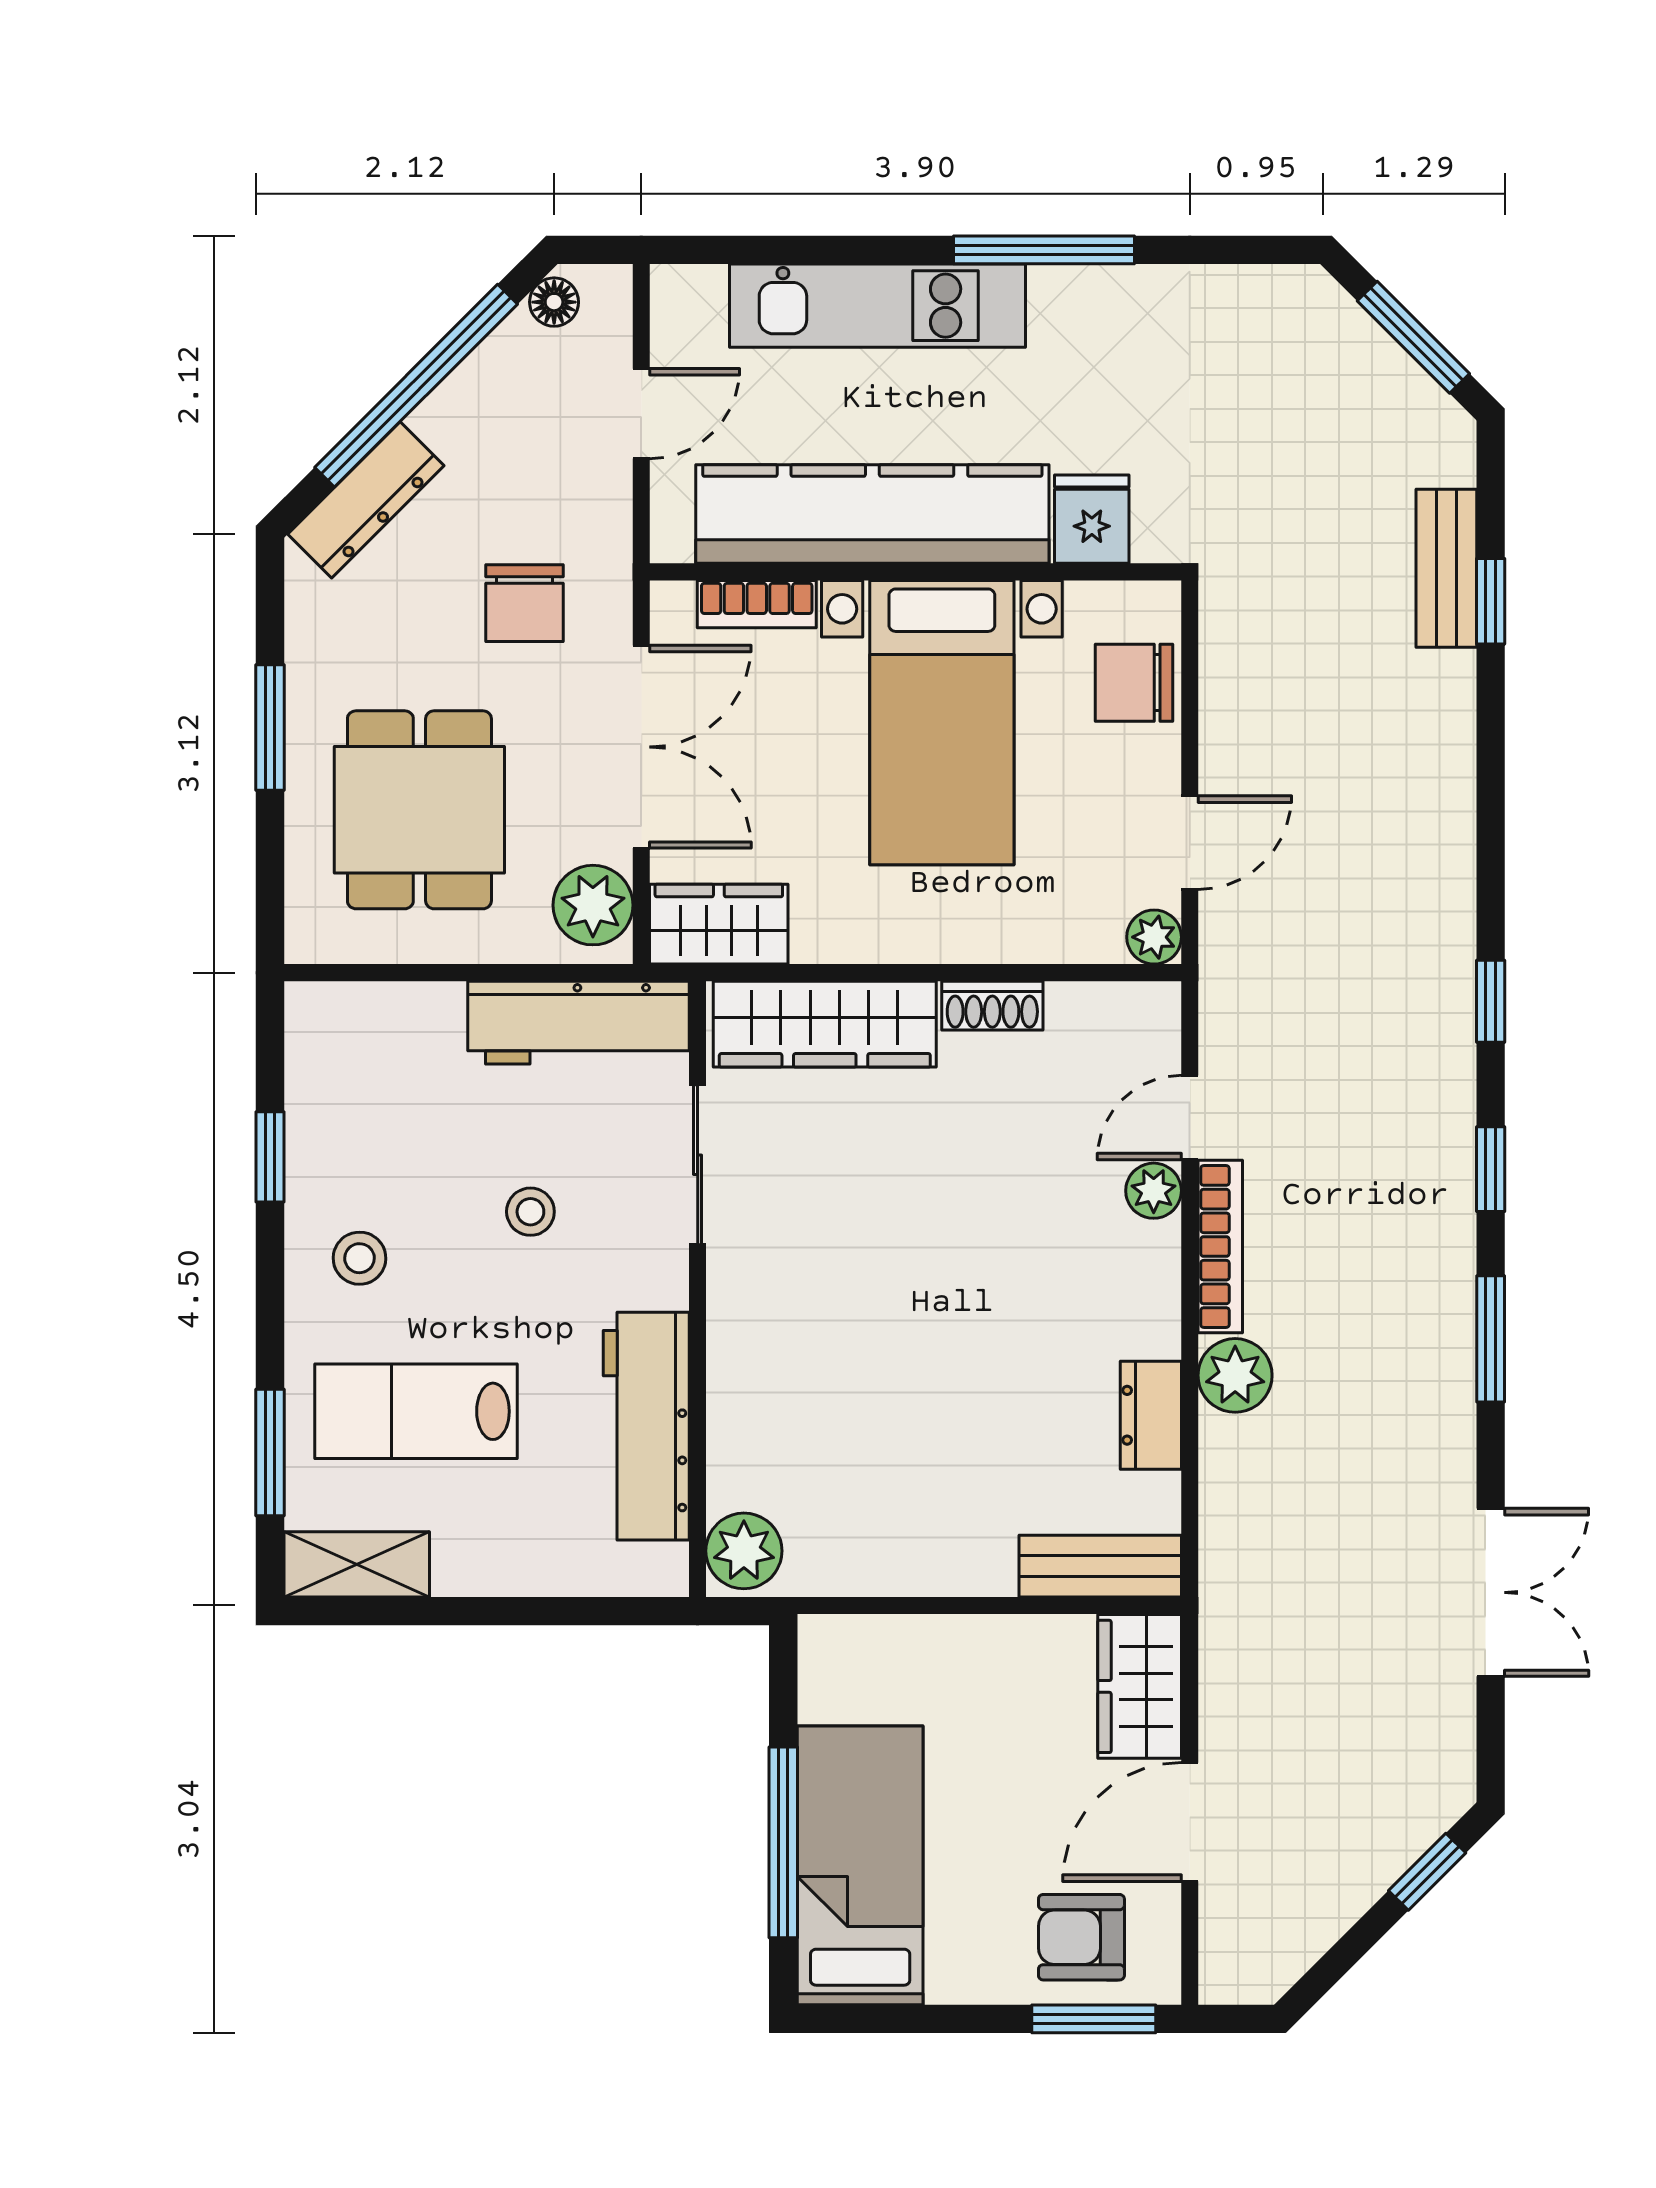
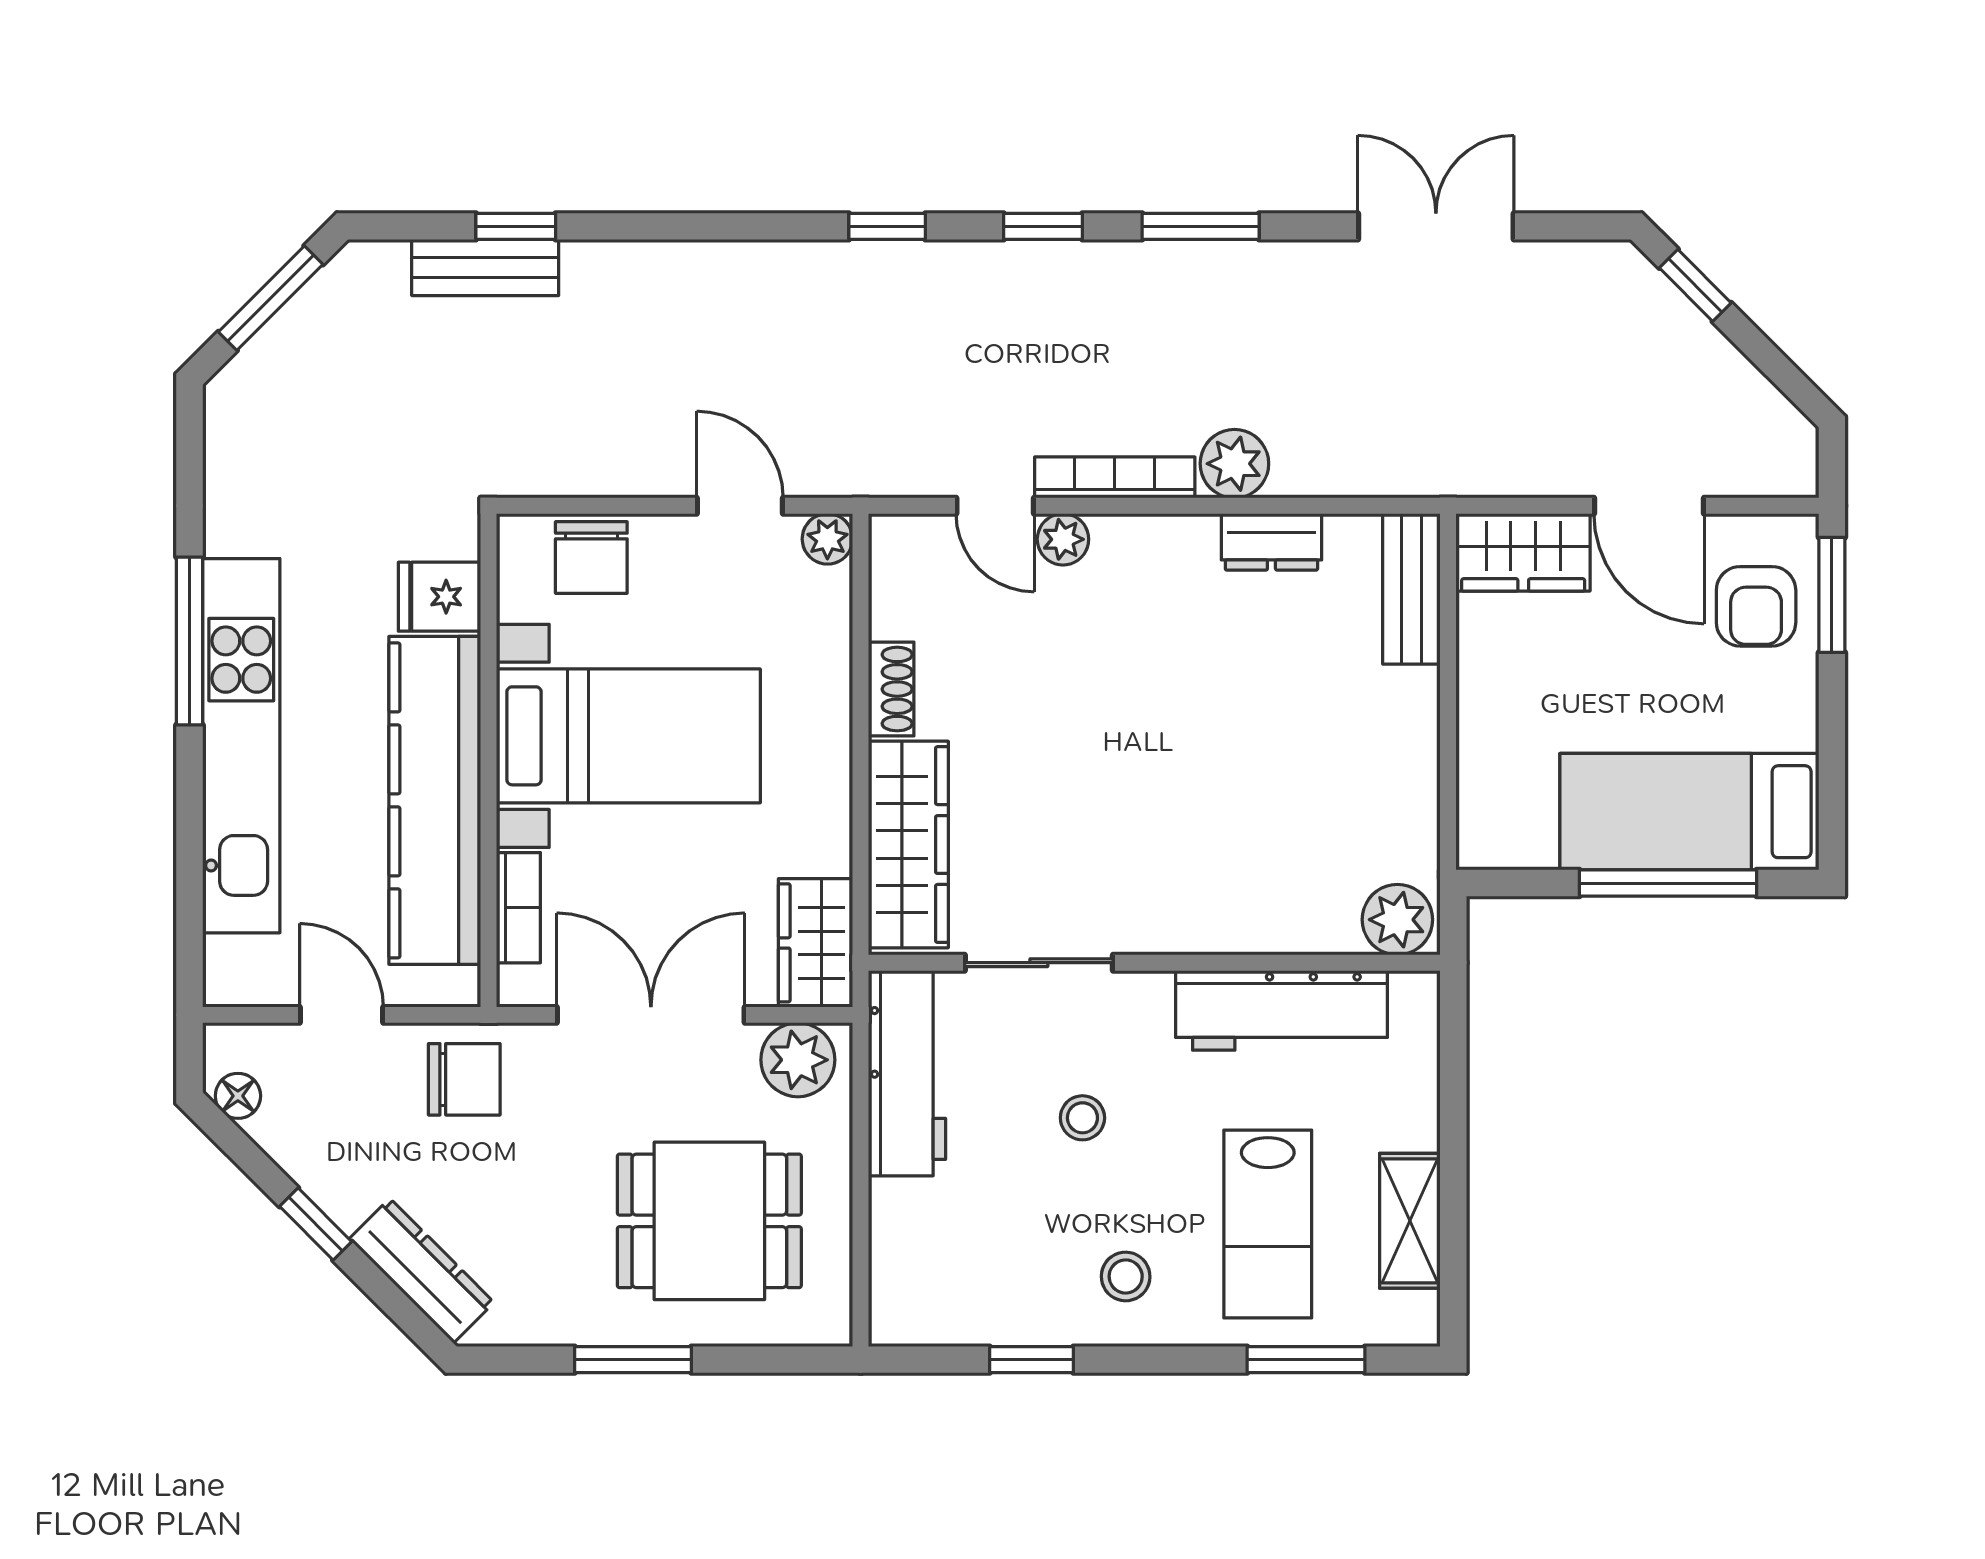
kitchen unit: (878, 306) -> (241, 746), width x1.36
window: (416, 386) -> (316, 1224), width x0.32
chair: (525, 603) -> (464, 1079), moved
shelving: (357, 1564) -> (1410, 1221), moved

